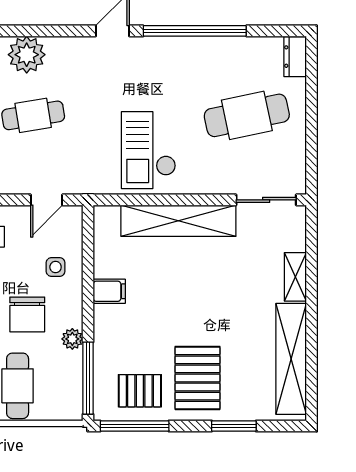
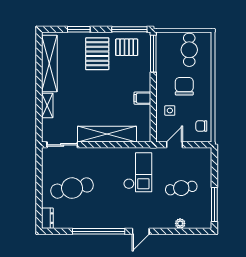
plant: (27, 55) -> (180, 223), width x0.53, depth x0.53
checkout: (149, 150) -> (138, 172), moved
plant: (72, 339) -> (161, 74), removed

